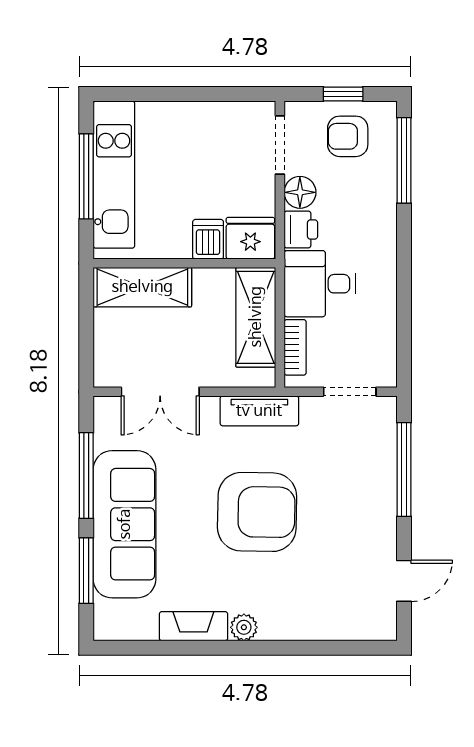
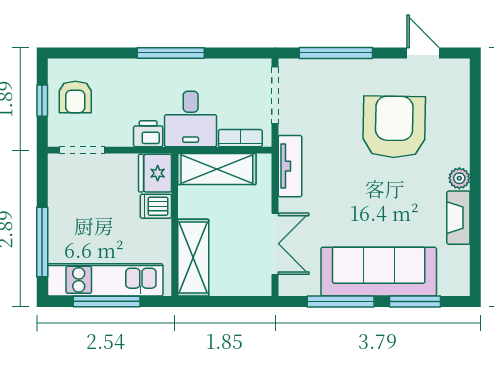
window: (162, 94) -> (42, 242), added
window: (404, 160) -> (171, 53), moved
floor lamp: (300, 192) -> (119, 134), removed
doorway: (350, 392) -> (275, 95), width x1.38
armchair: (257, 512) -> (394, 127), moved

